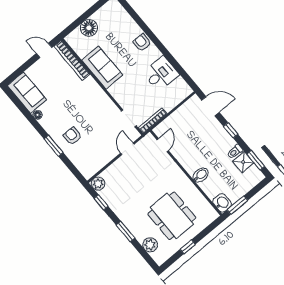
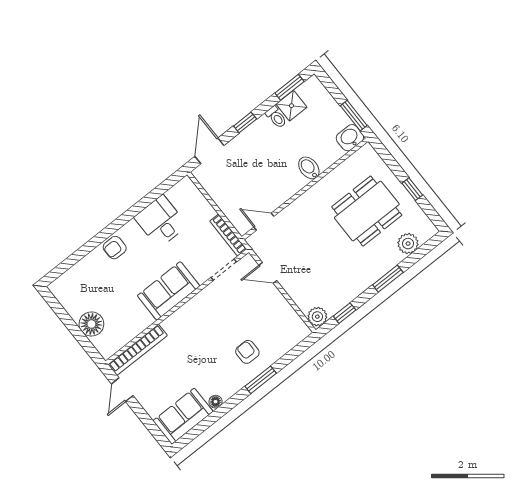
sofa: (102, 68) -> (169, 291), moved
armchair: (72, 136) -> (247, 352), turned 90

